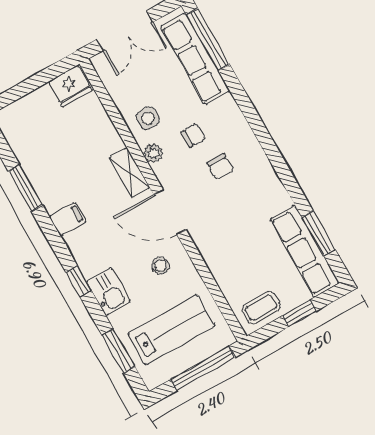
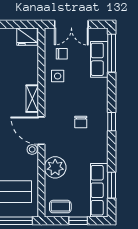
row of seats: (195, 59) -> (99, 59), width x0.68
chair: (193, 135) -> (62, 54), moved
window: (265, 140) -> (112, 122), added
plant: (153, 153) -> (55, 167), moved, width x1.88, depth x1.88
stool: (160, 266) -> (32, 149), moved

